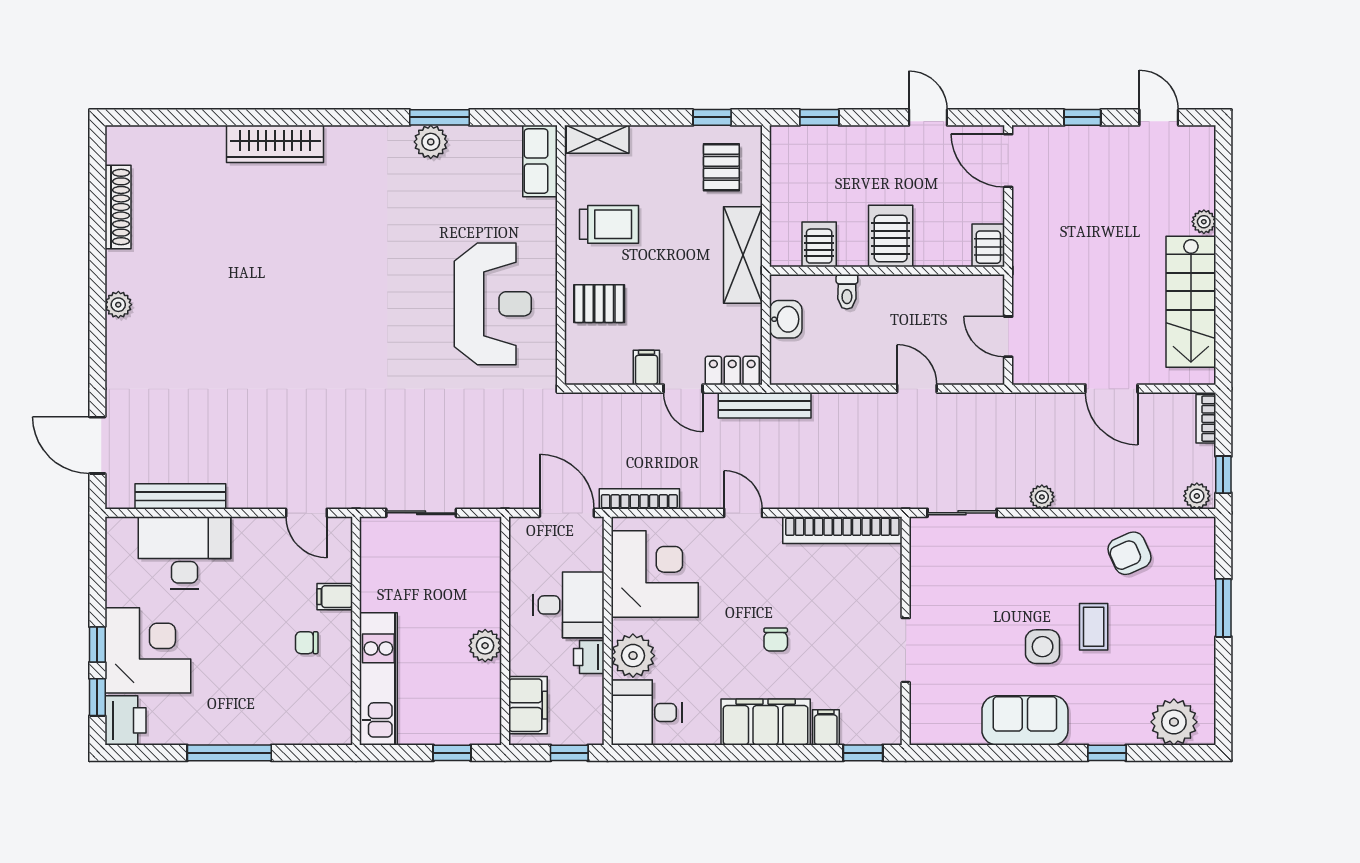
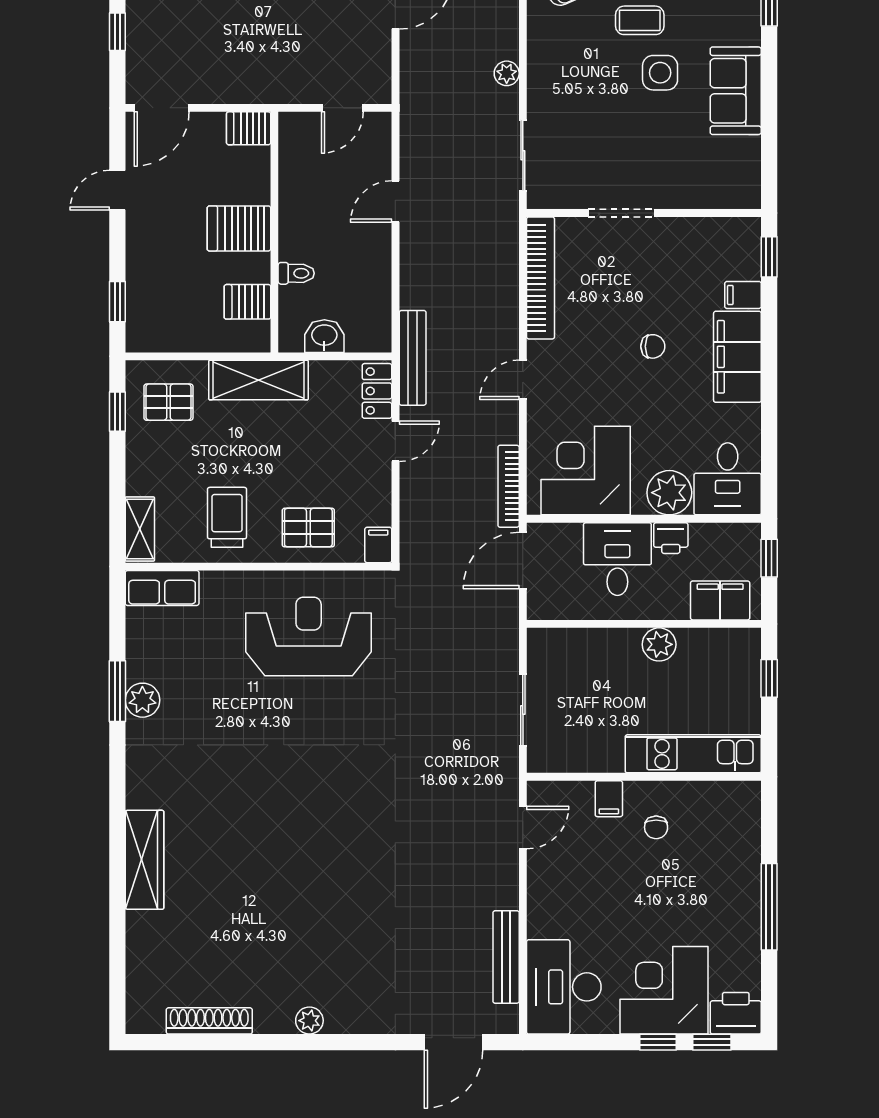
pallet: (599, 304) -> (308, 528), turned 90
filing cabinet: (646, 367) -> (378, 545), moved, turned 90
desk: (184, 553) -> (564, 987), moved
doorway: (906, 650) -> (621, 213), moved

